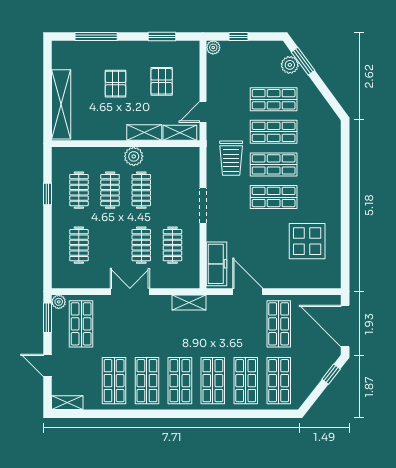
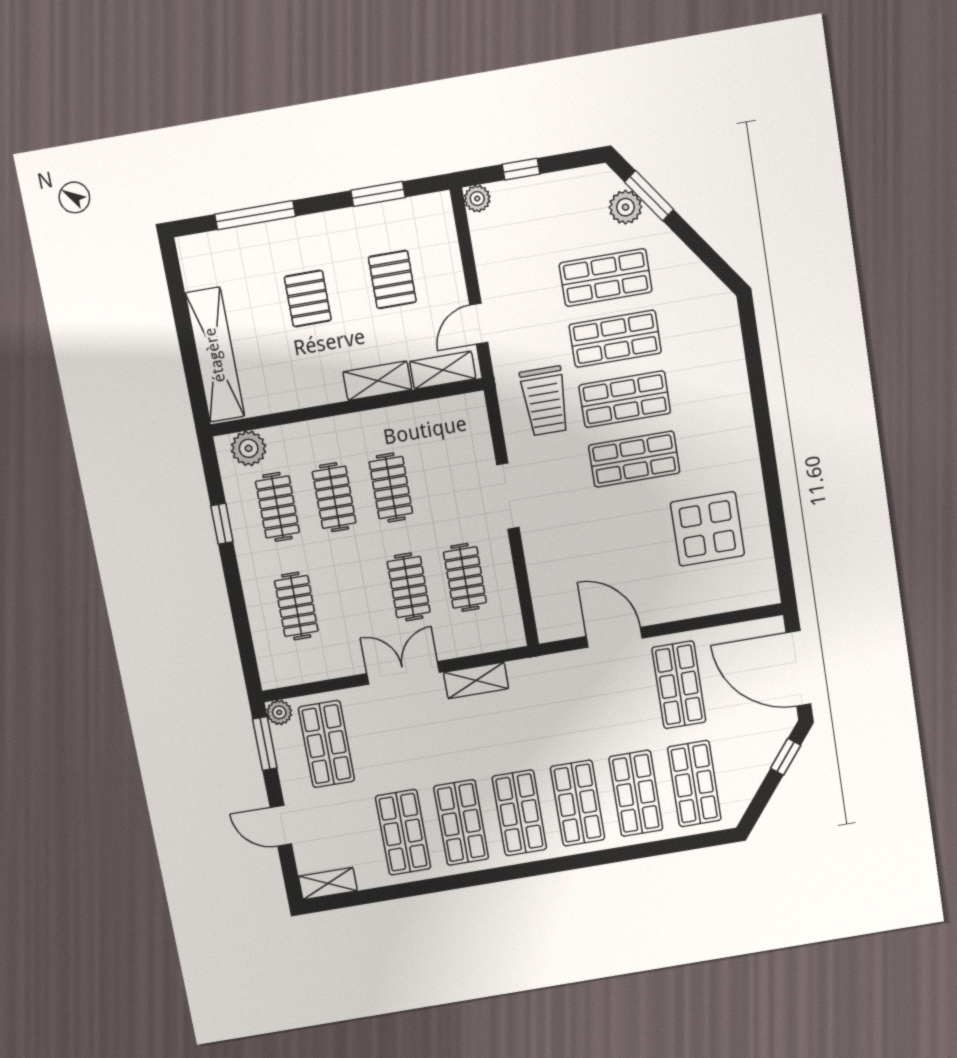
plant: (134, 156) -> (249, 448), moved
freezer: (217, 264) -> (550, 597), removed
shelving: (189, 303) -> (476, 680), moved

